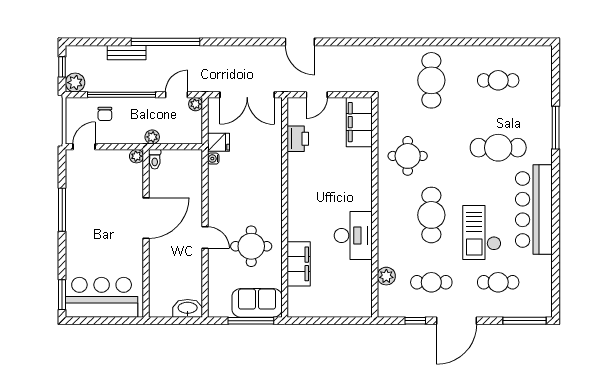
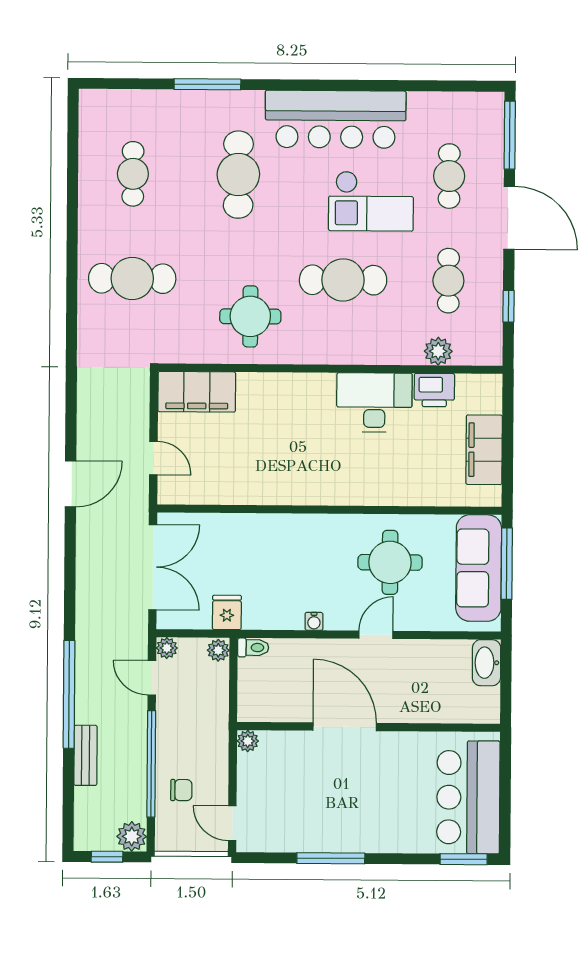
plant: (152, 137) -> (218, 650), moved
printer: (298, 139) -> (434, 390), moved, turned 180
toilet: (155, 159) -> (253, 647), moved
water cooler: (213, 159) -> (314, 621), moved
filing cabinet: (299, 264) -> (484, 450), moved, turned -90
sofa: (257, 303) -> (479, 568), width x1.36
door: (457, 321) -> (509, 218), moved

